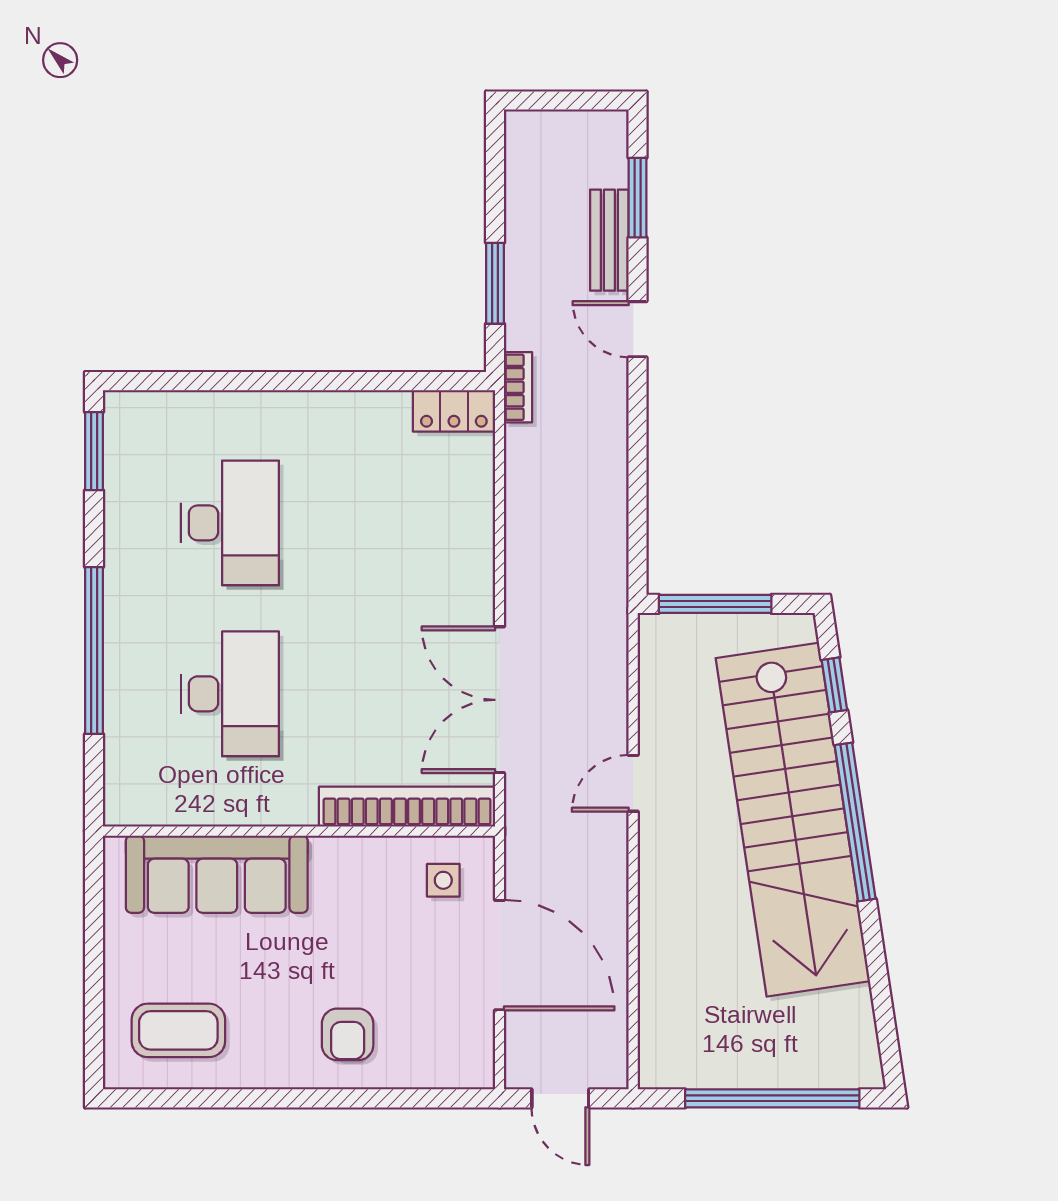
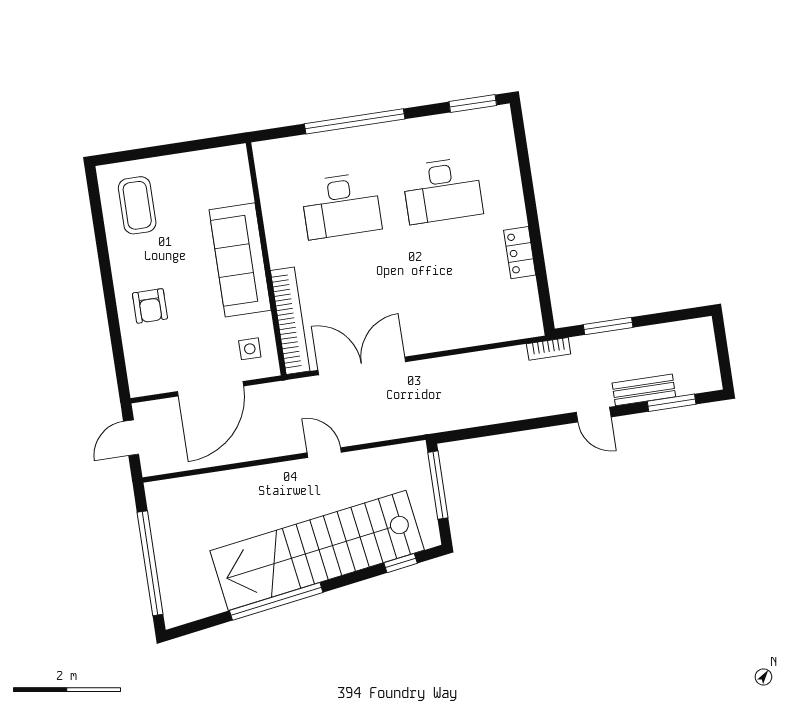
door: (638, 329) -> (594, 415), swing flipped
locker: (454, 411) -> (520, 253), moved
window: (855, 822) -> (276, 601), moved
sofa: (217, 874) -> (240, 260), moved
armchair: (348, 1034) -> (150, 306), turned -90

